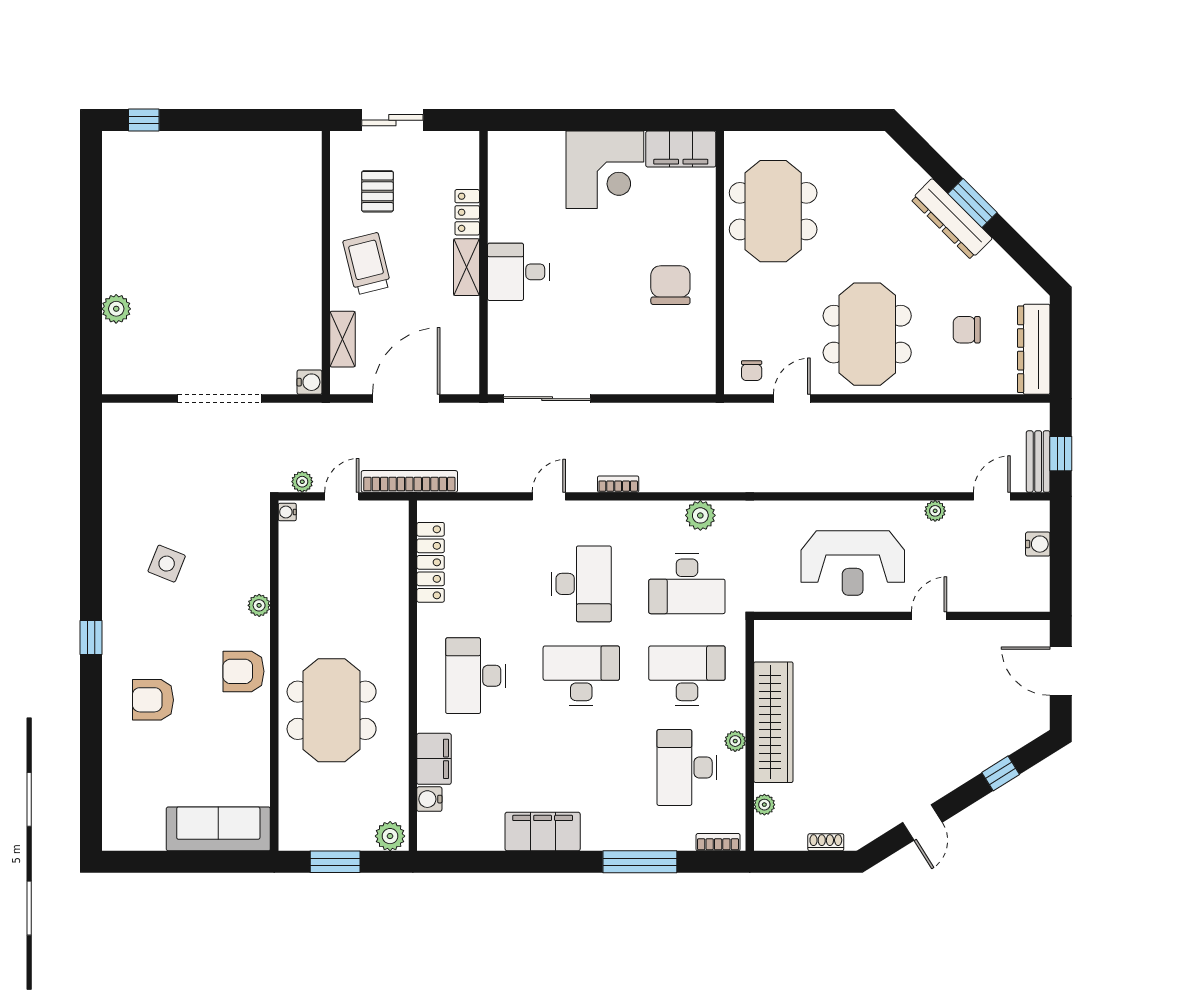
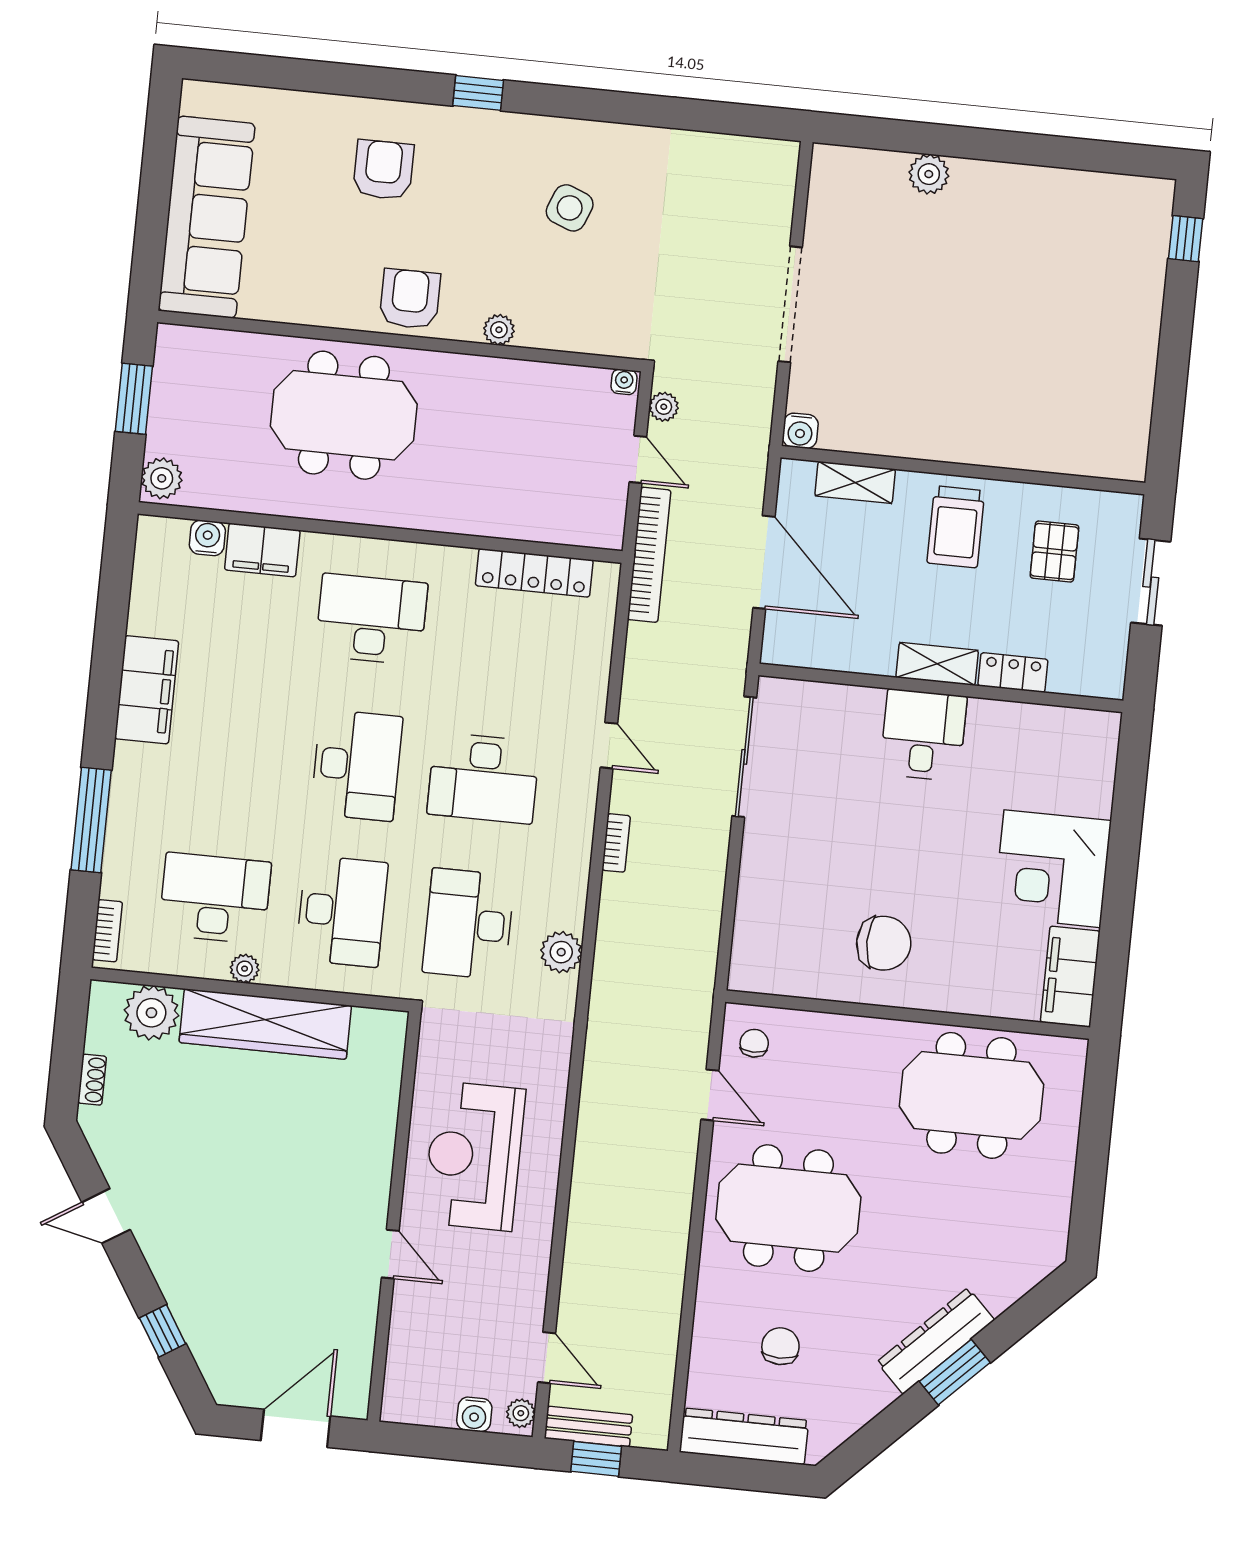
pallet: (377, 191) -> (1054, 552), turned 90
trolley: (367, 264) -> (956, 527), turned 104
chair: (752, 371) -> (754, 1043), turned 90
plant: (935, 511) -> (521, 1413), moved
plant: (764, 805) -> (151, 1013), width x1.87, depth x1.87
sofa: (218, 829) -> (207, 217), width x1.36, depth x1.27

